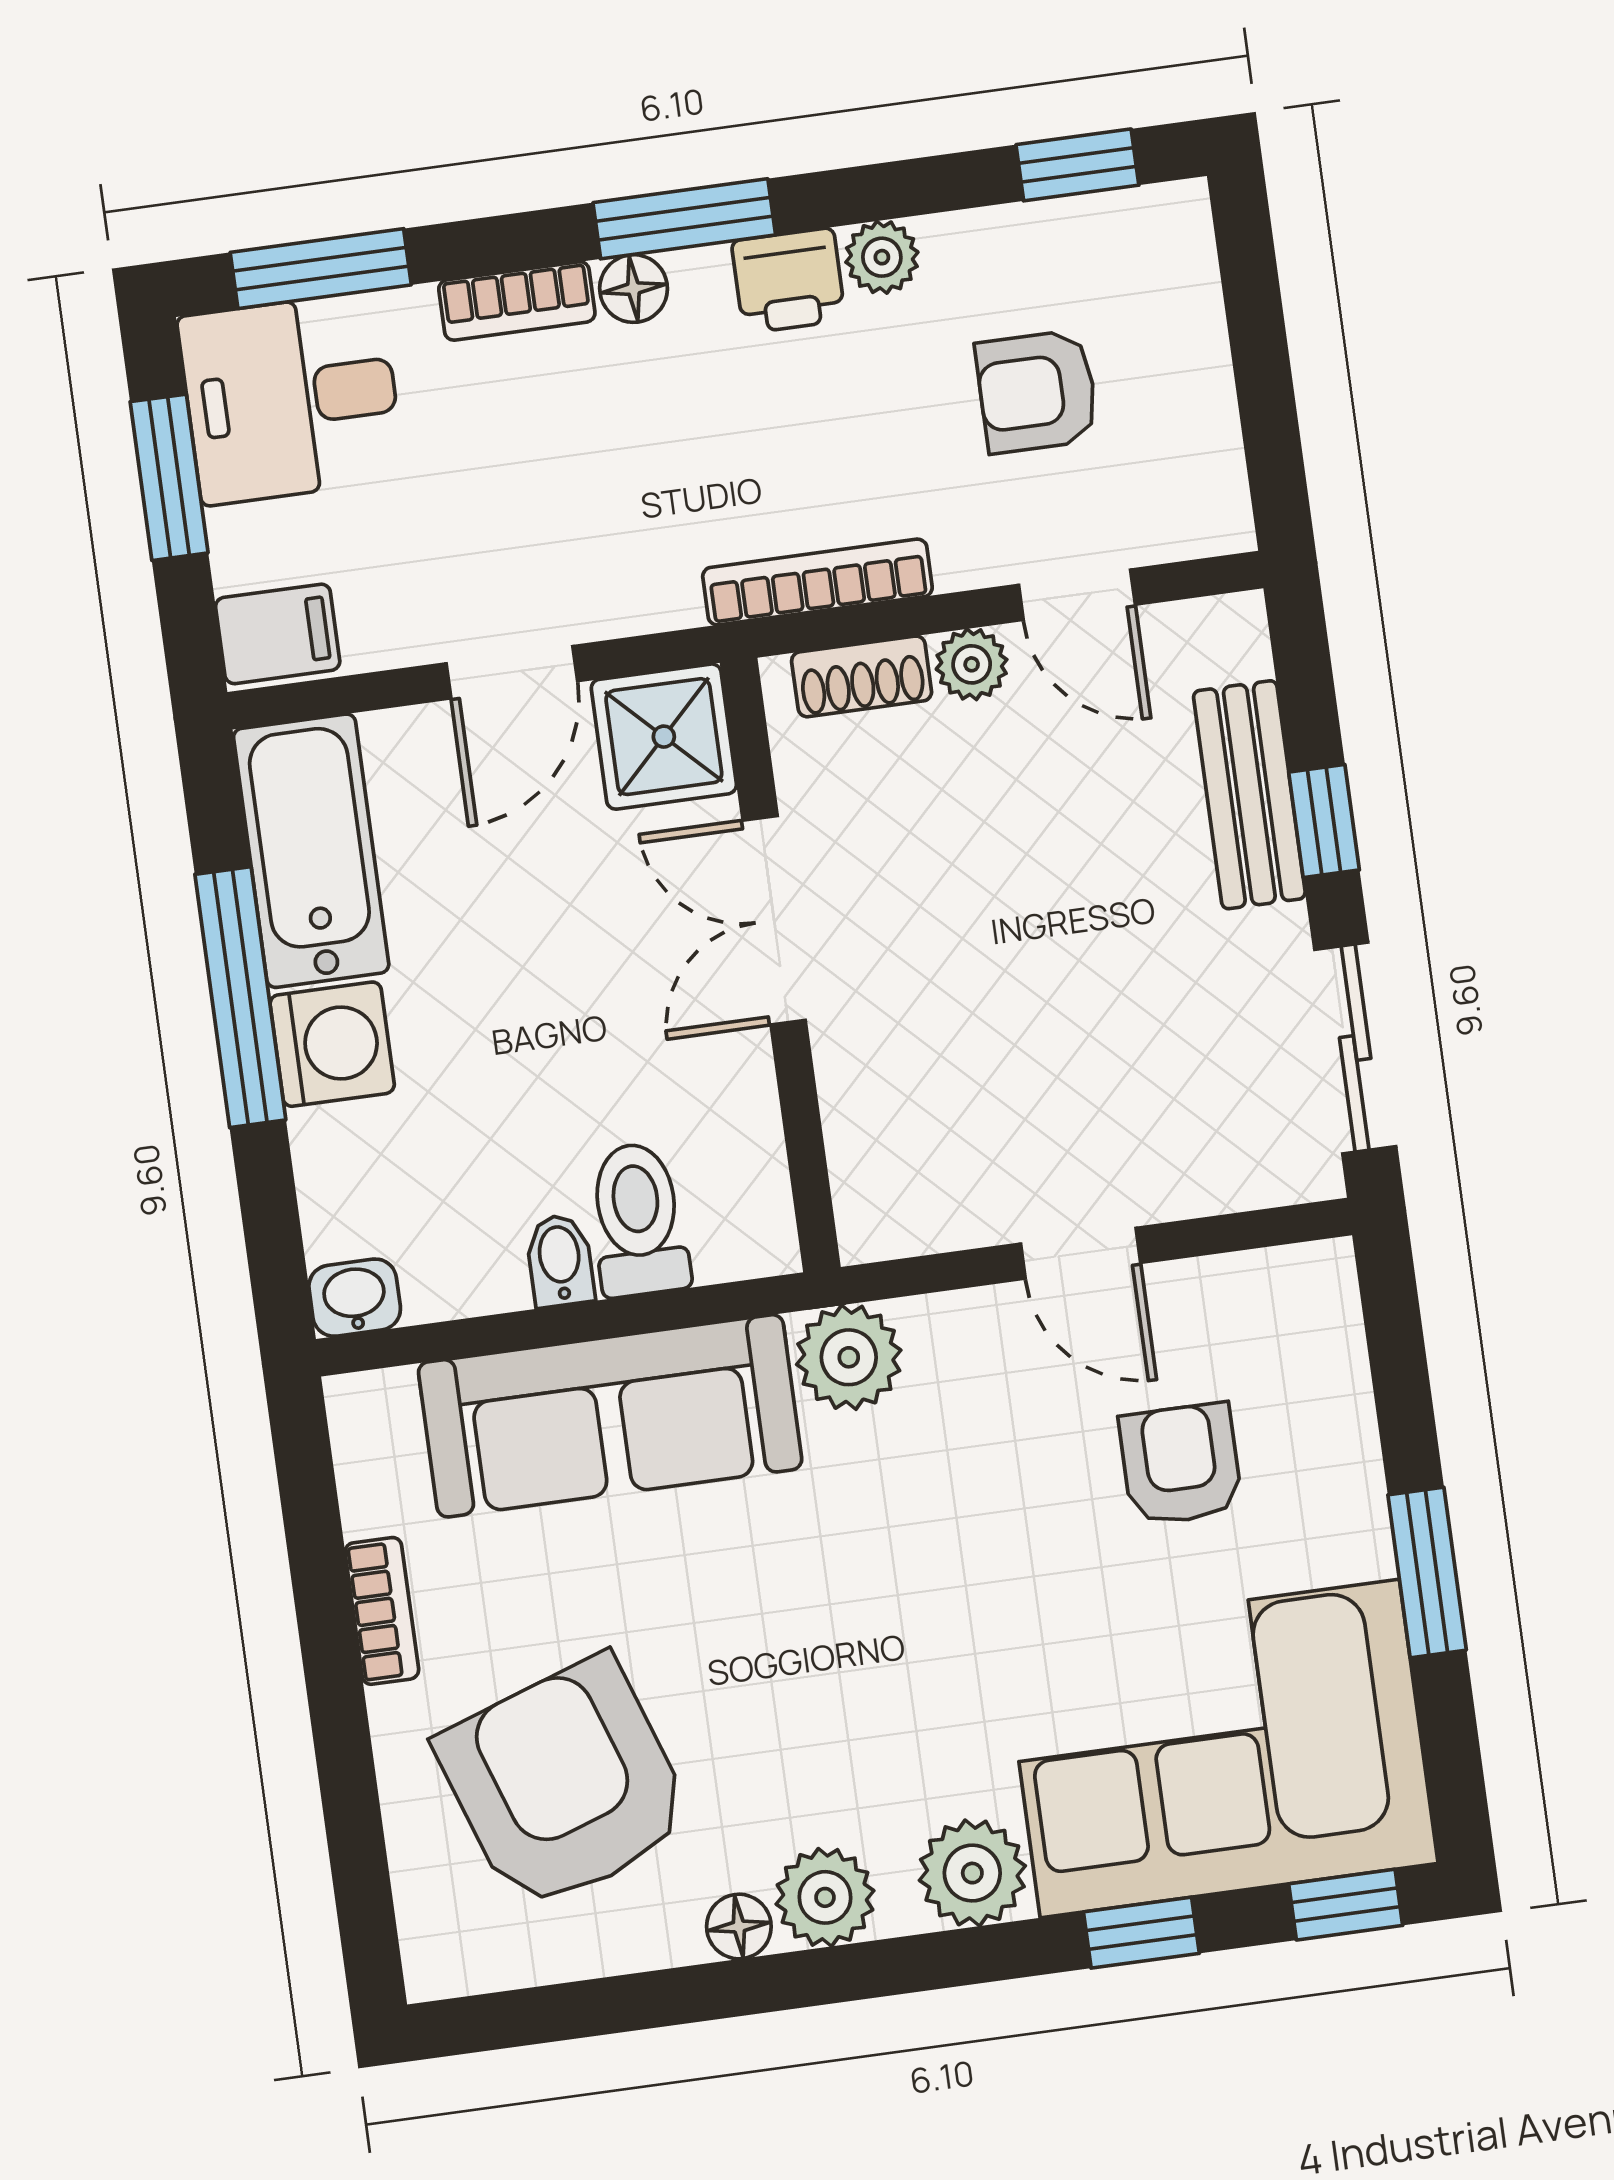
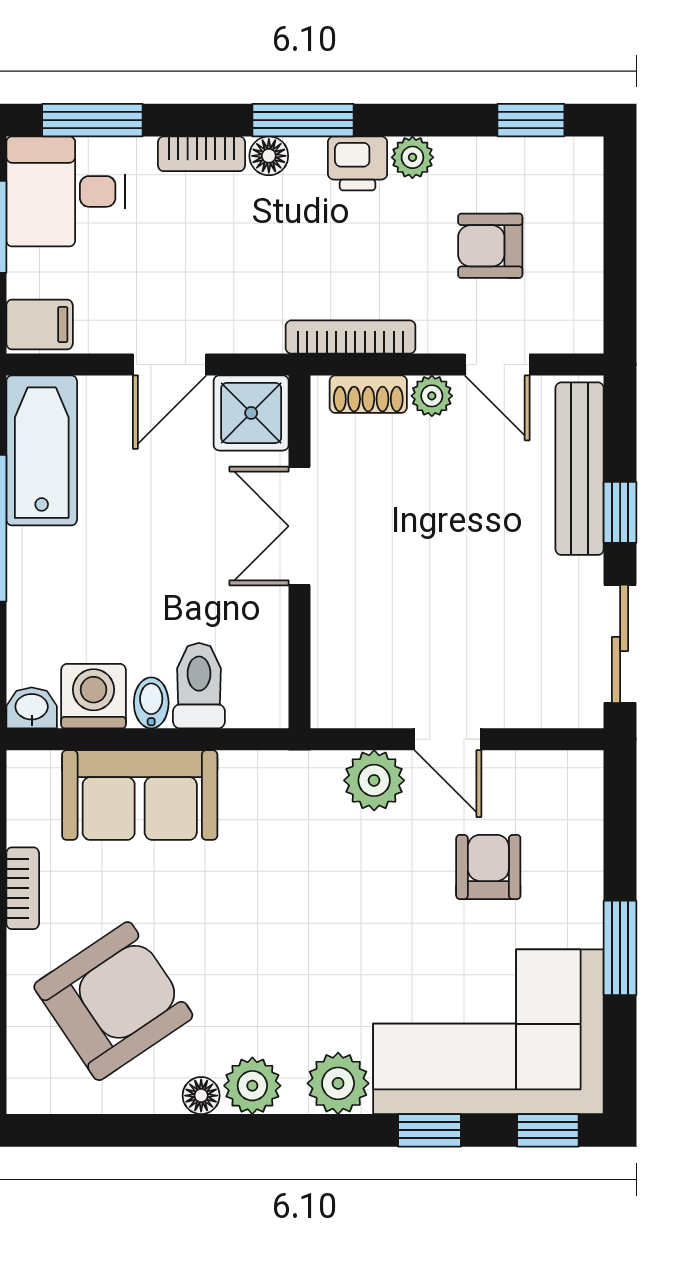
bench: (1249, 795) -> (580, 469), width x1.36
washing machine: (332, 1044) -> (93, 696), moved, turned -90
plant: (849, 1357) -> (374, 780), moved
sofa: (610, 1416) -> (140, 795), width x0.73
armchair: (565, 1784) -> (113, 1001), turned 75

